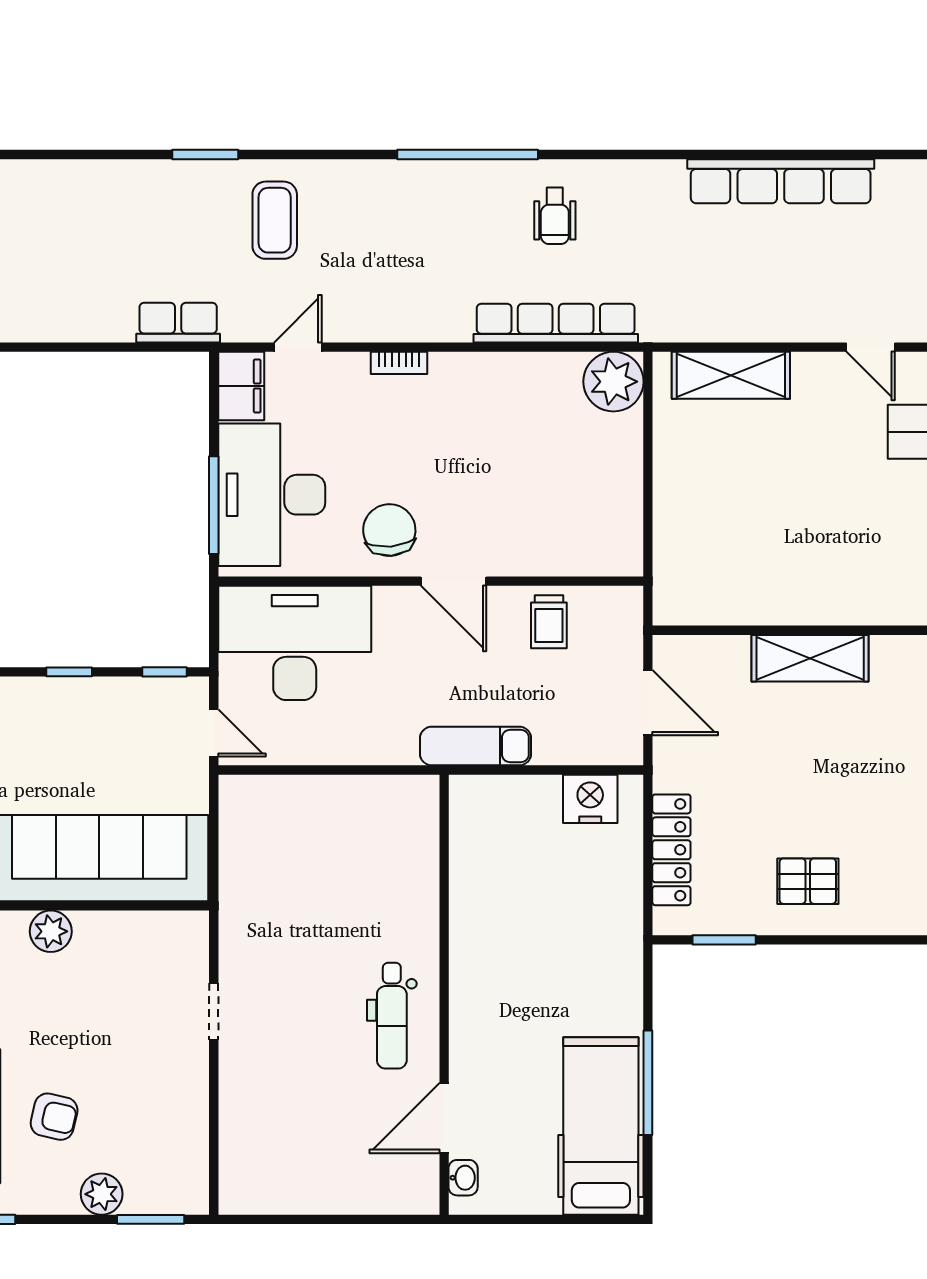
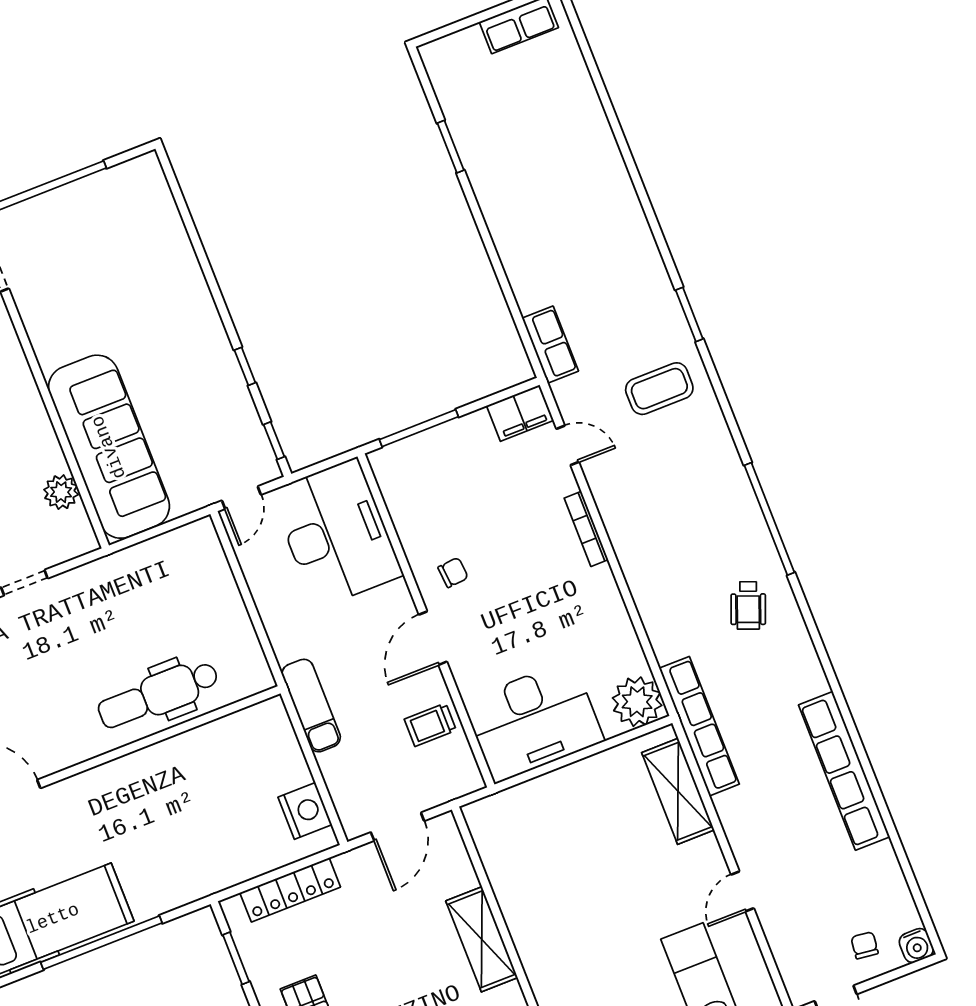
wheelchair: (555, 216) -> (748, 605), turned -69
row of seats: (556, 323) -> (699, 726), moved
bookcase: (399, 363) -> (586, 529), width x1.56
desk: (272, 495) -> (534, 721), moved, turned 180
chair: (389, 530) -> (453, 572), width x0.54, depth x0.54
plant: (51, 931) -> (61, 492), moved
dental chair: (392, 1016) -> (158, 694), moved, width x1.36, depth x1.38
window: (648, 1083) -> (101, 943), width x1.46

